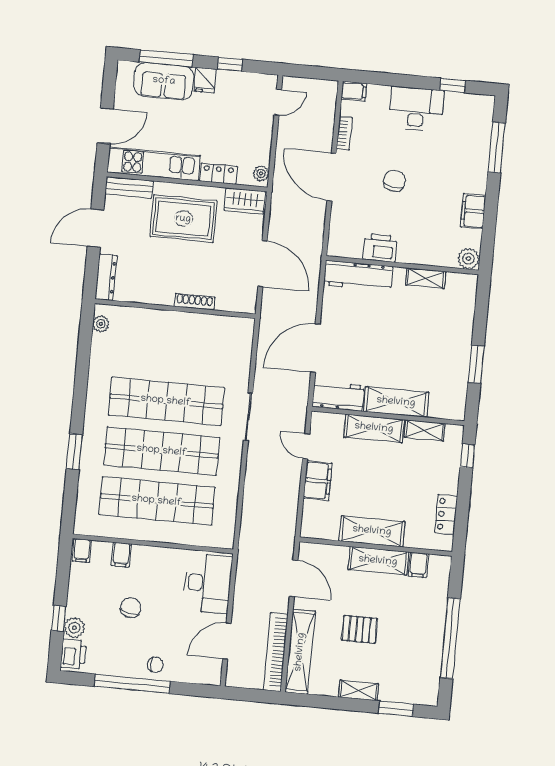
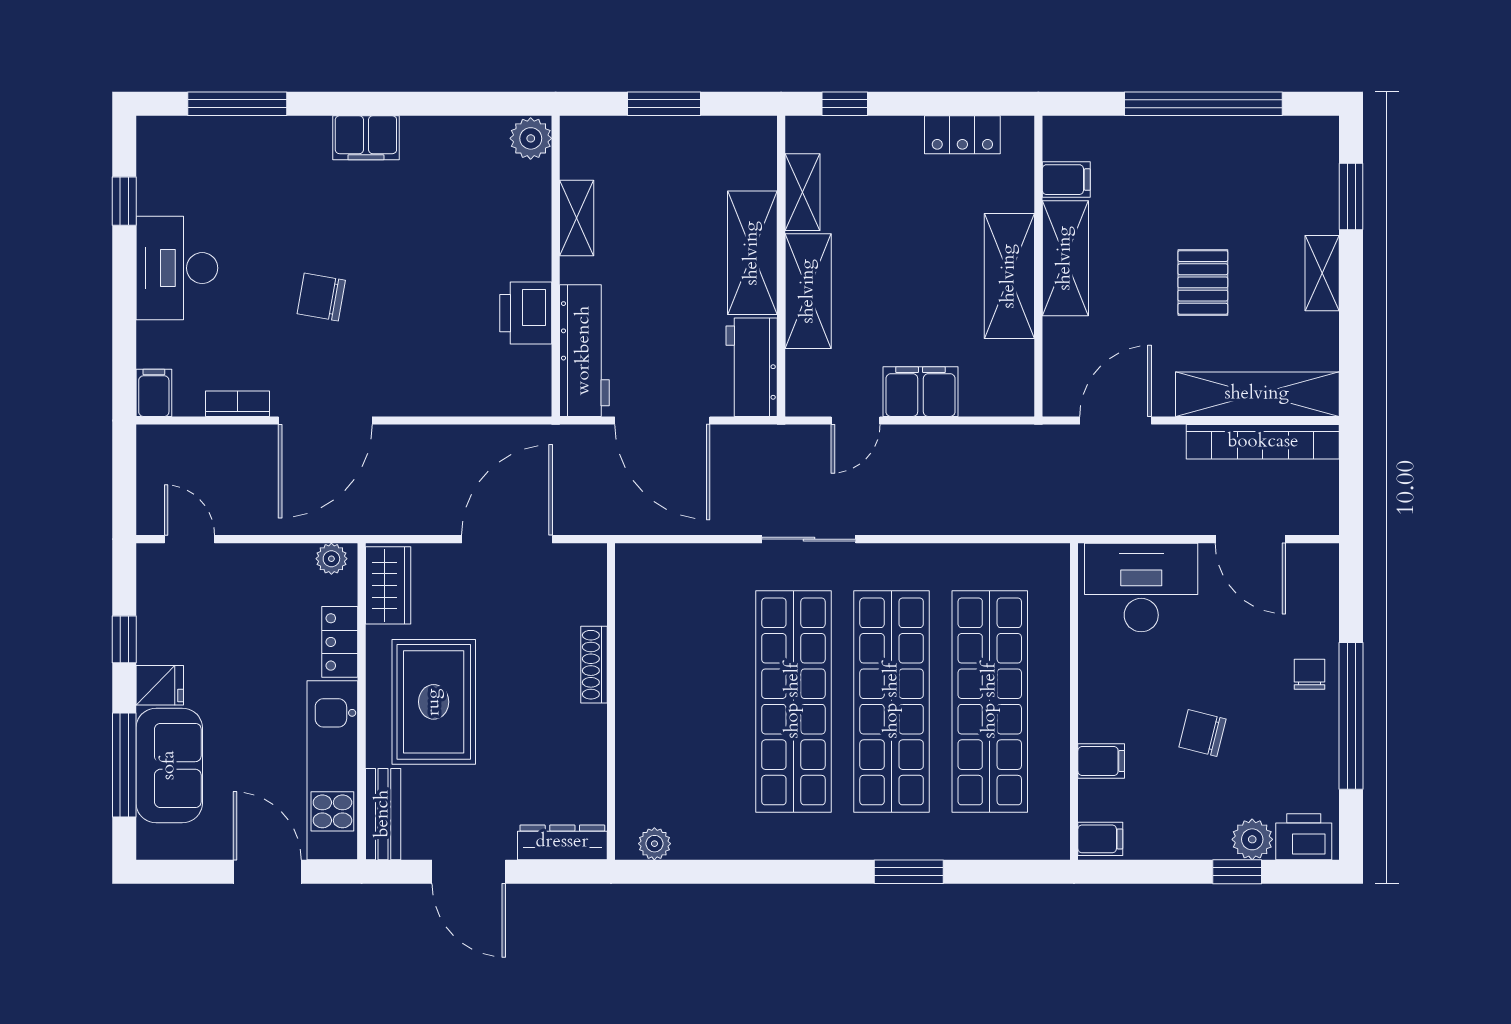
printer: (380, 248) -> (526, 313), moved
plant: (468, 259) -> (531, 138), moved
wall: (402, 265) -> (556, 266), moved
workbench: (358, 276) -> (584, 351), moved
shelving: (426, 278) -> (577, 218), moved

